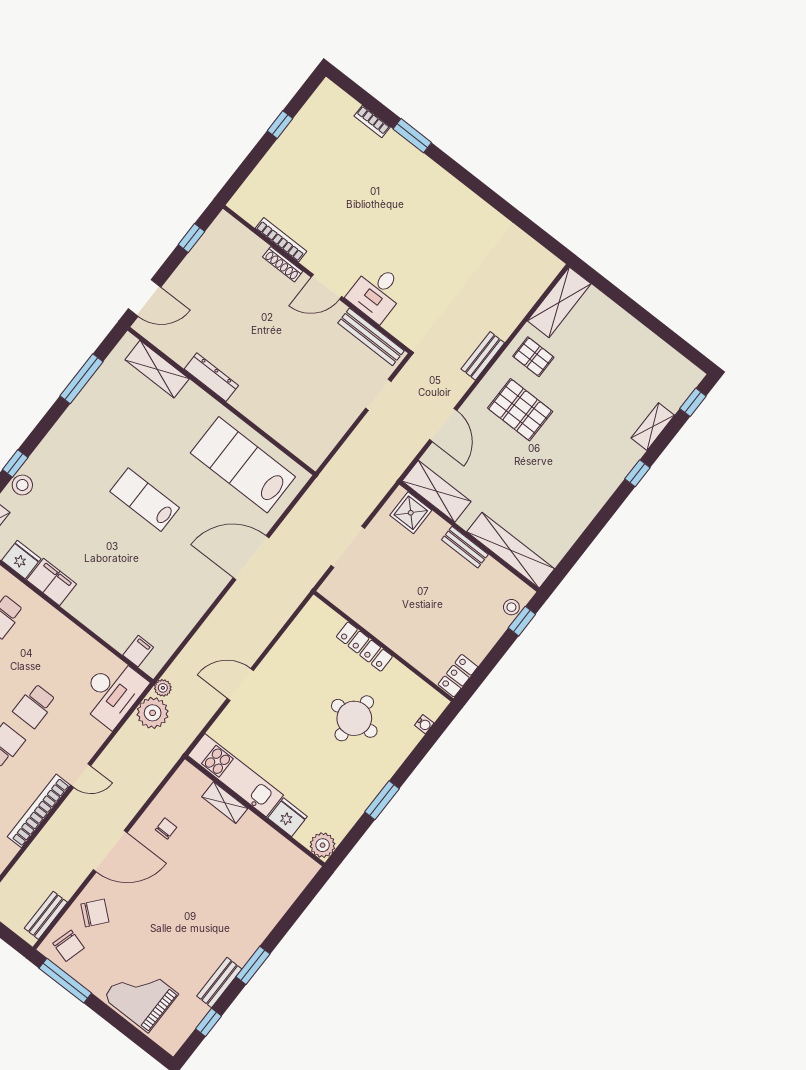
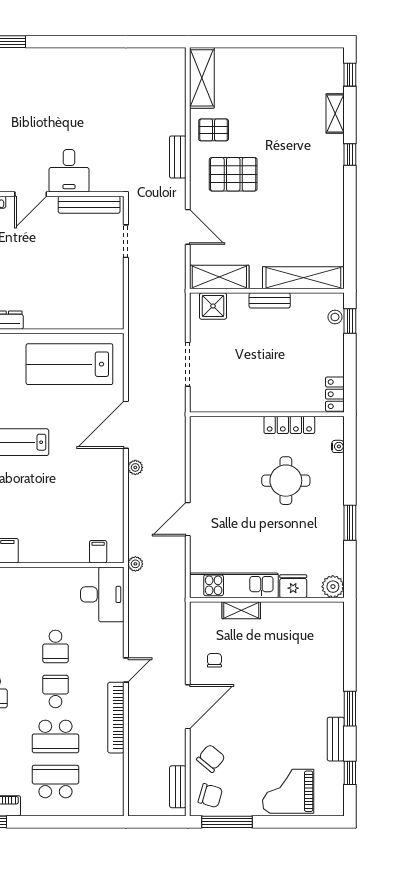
locker: (364, 647) -> (289, 425), moved
plant: (153, 713) -> (135, 467), moved, width x0.53, depth x0.53

